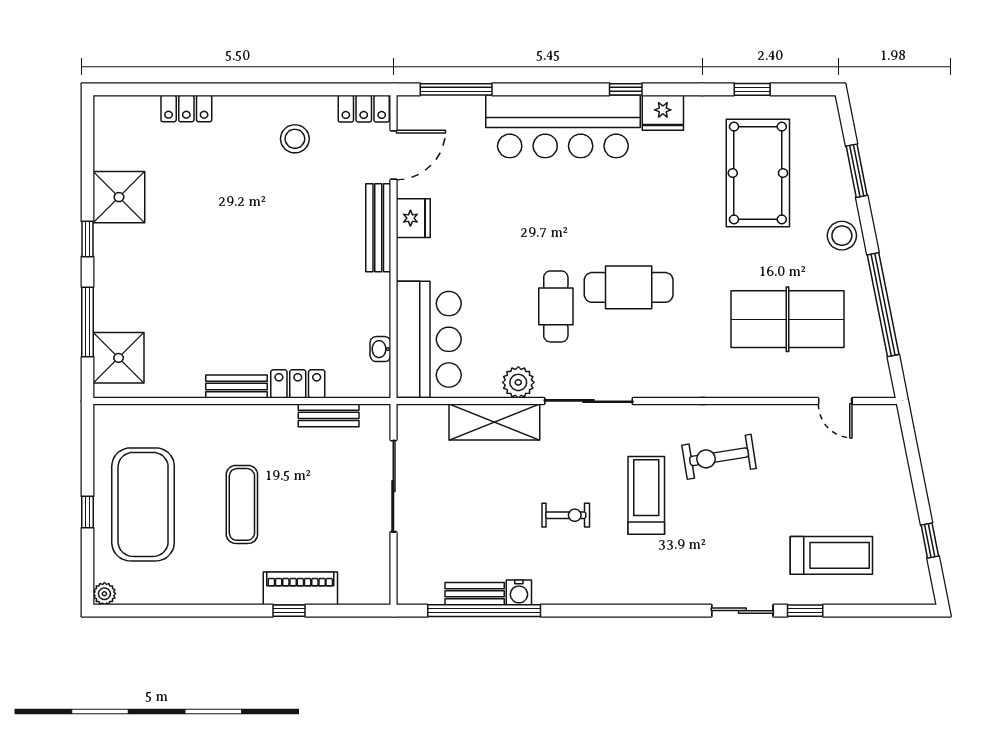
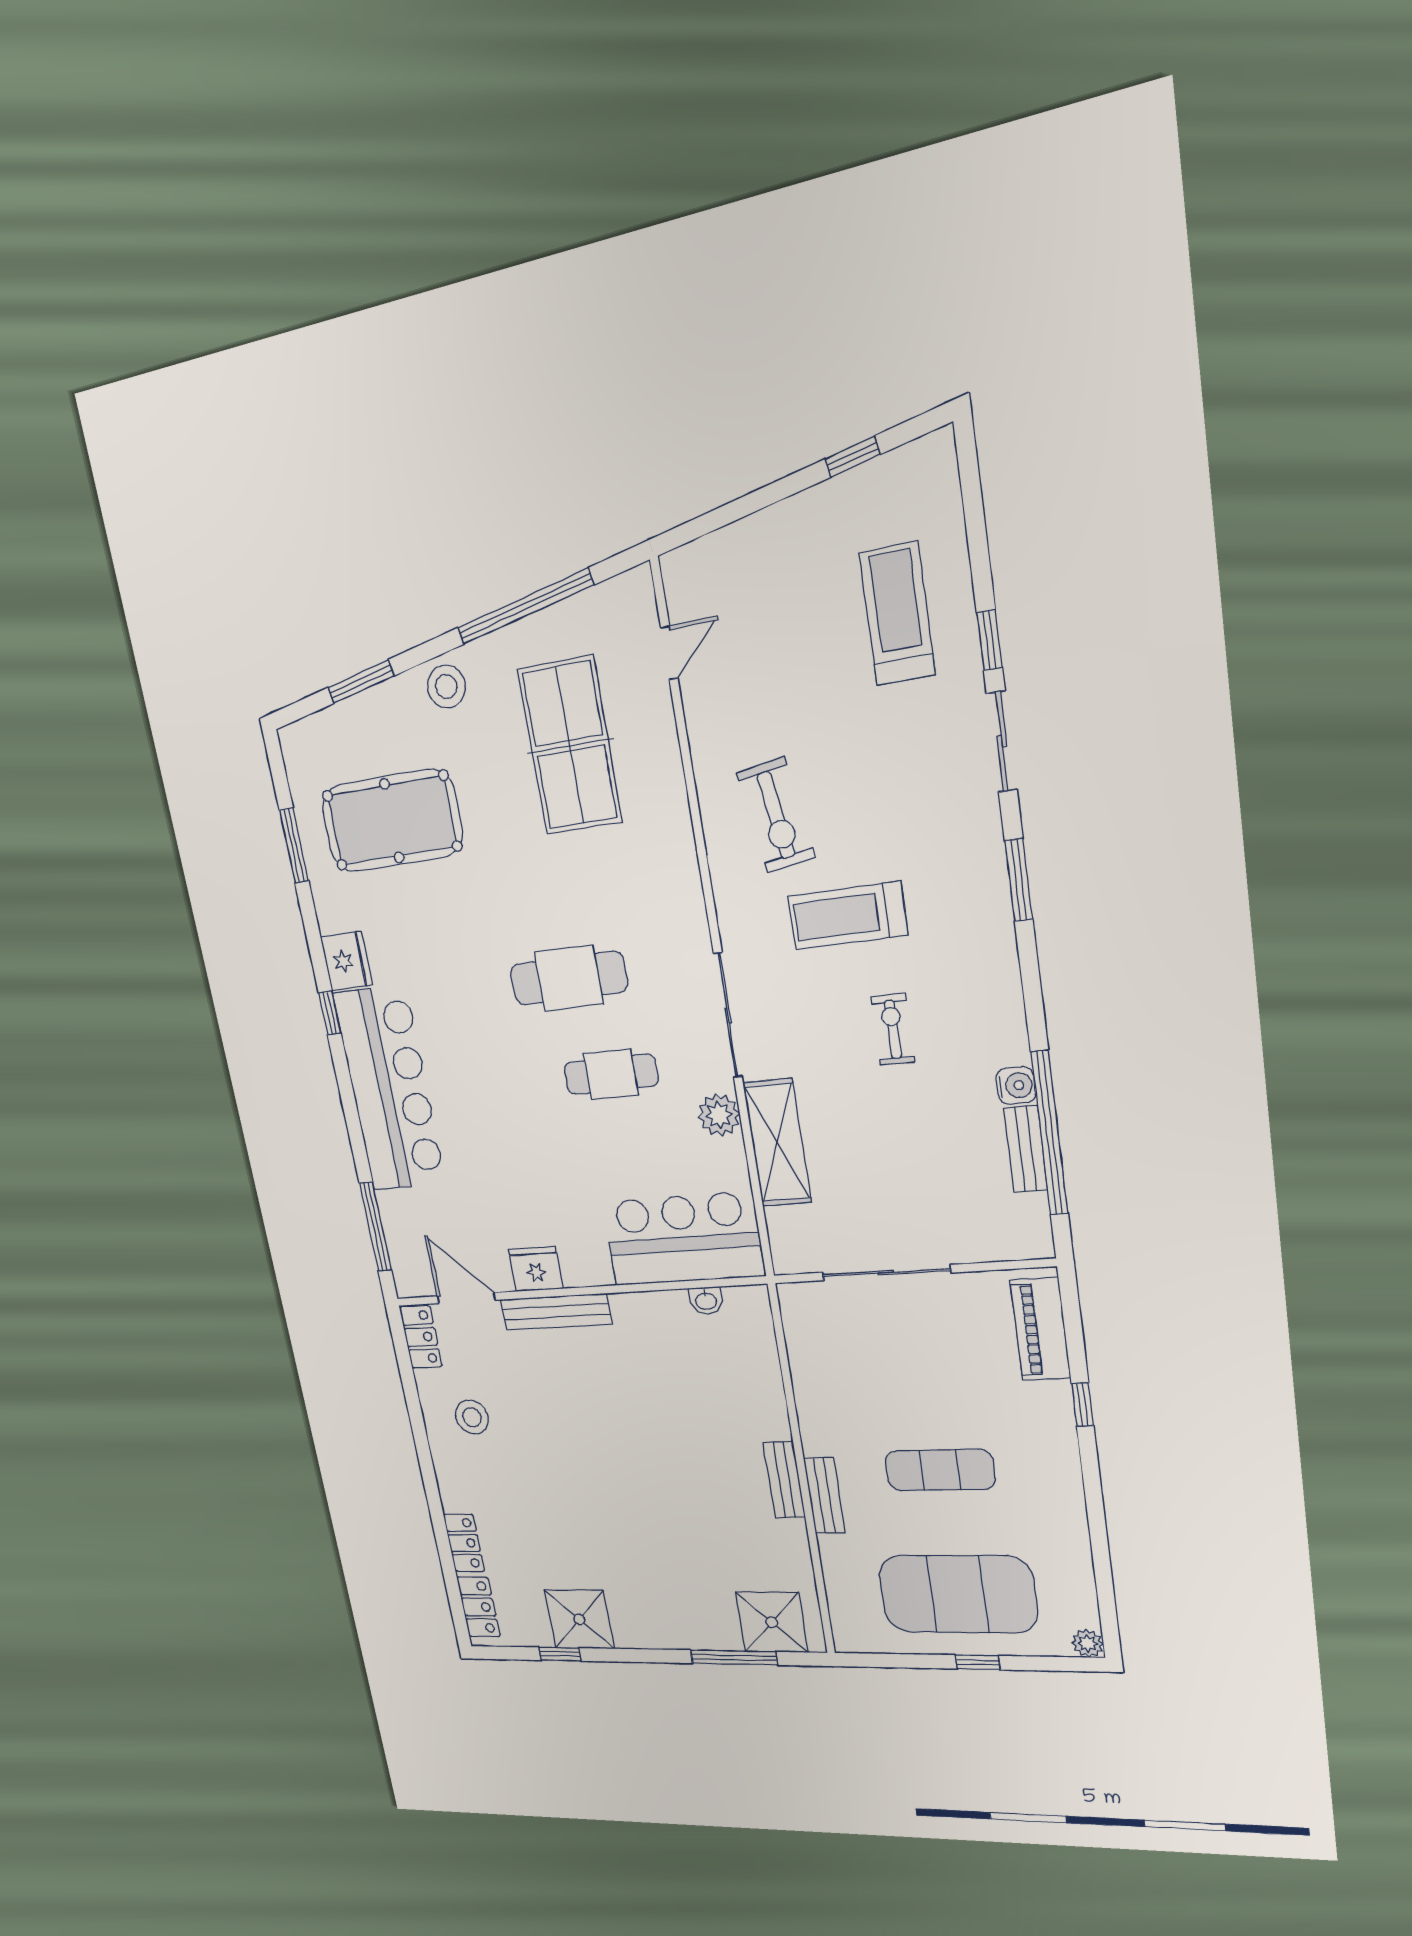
window: (752, 89) -> (294, 846), width x1.50
window: (88, 239) -> (560, 1654), moved
cafe table: (629, 287) -> (569, 978), turned 90
locker: (298, 384) -> (478, 1607), moved, turned 180
bench: (329, 415) -> (824, 1495), moved
piano: (300, 588) -> (1040, 1329), moved
window: (654, 611) -> (1019, 880), added

